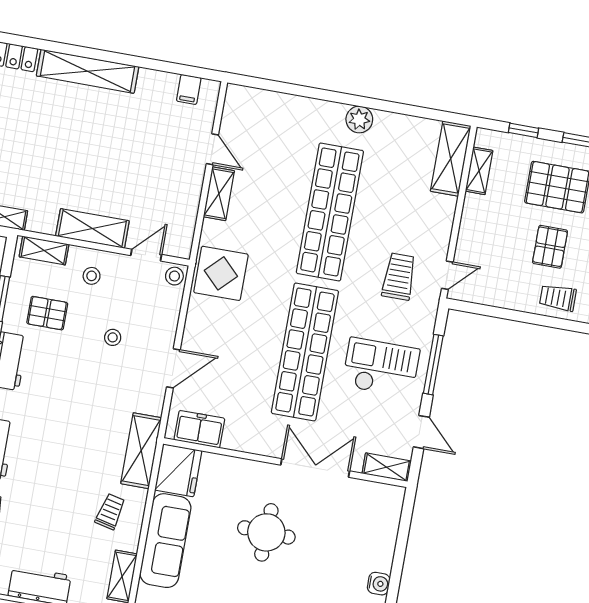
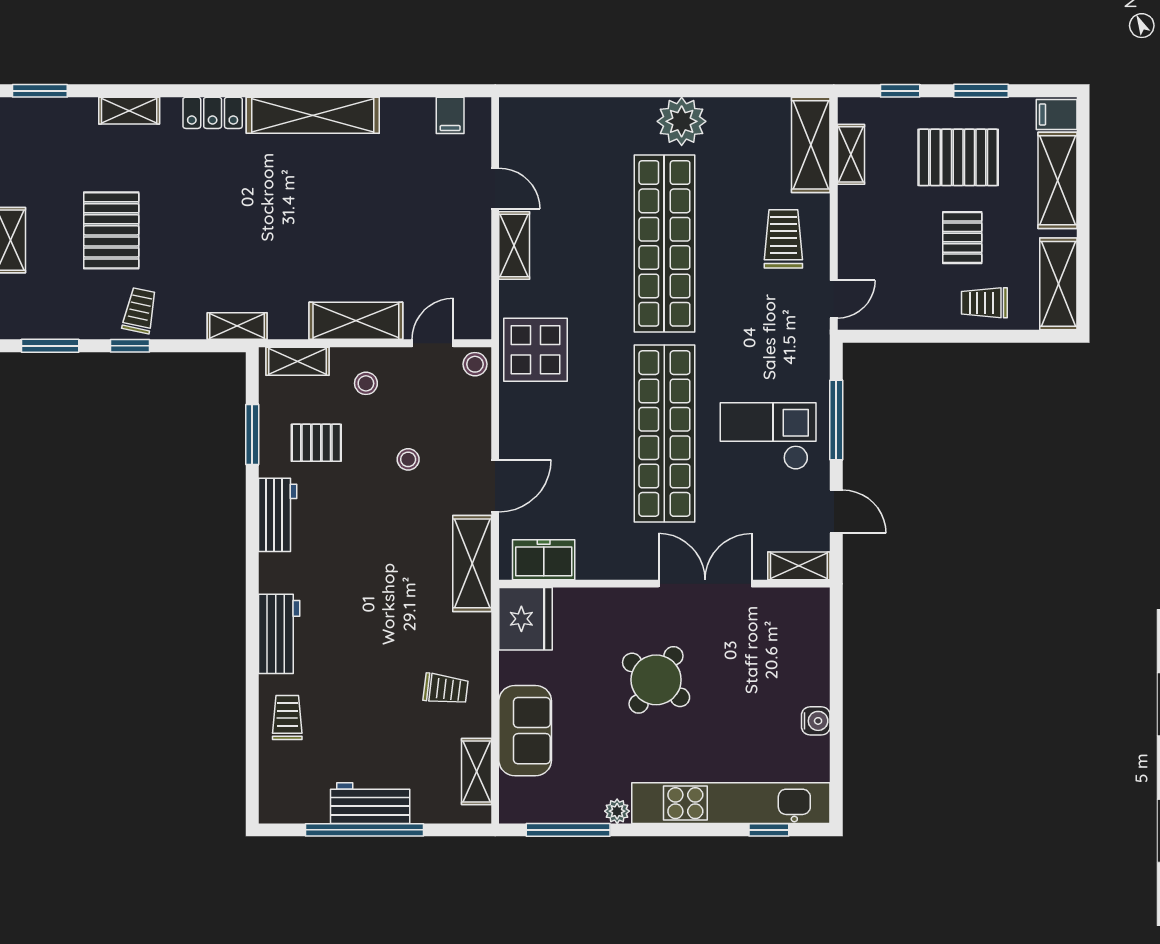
plant: (359, 119) -> (682, 121), width x1.36, depth x1.36
trolley: (399, 277) -> (783, 239), moved
shelving: (141, 451) -> (472, 563), moved
trolley: (110, 512) -> (446, 689), turned 84
round table: (266, 532) -> (656, 680), turned 34
sofa: (165, 541) -> (525, 731), width x0.73

